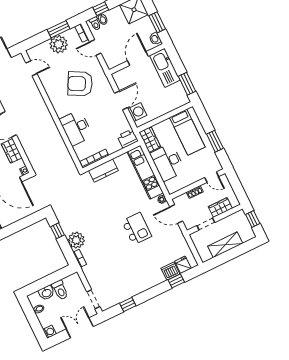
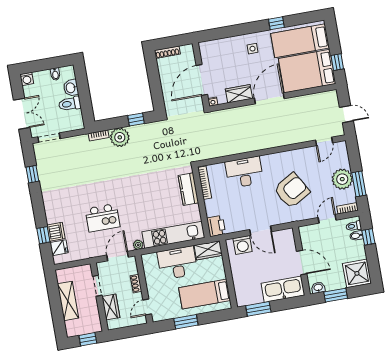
armchair: (80, 84) -> (292, 191), turned 32
kitchen island: (137, 229) -> (102, 218), moved

